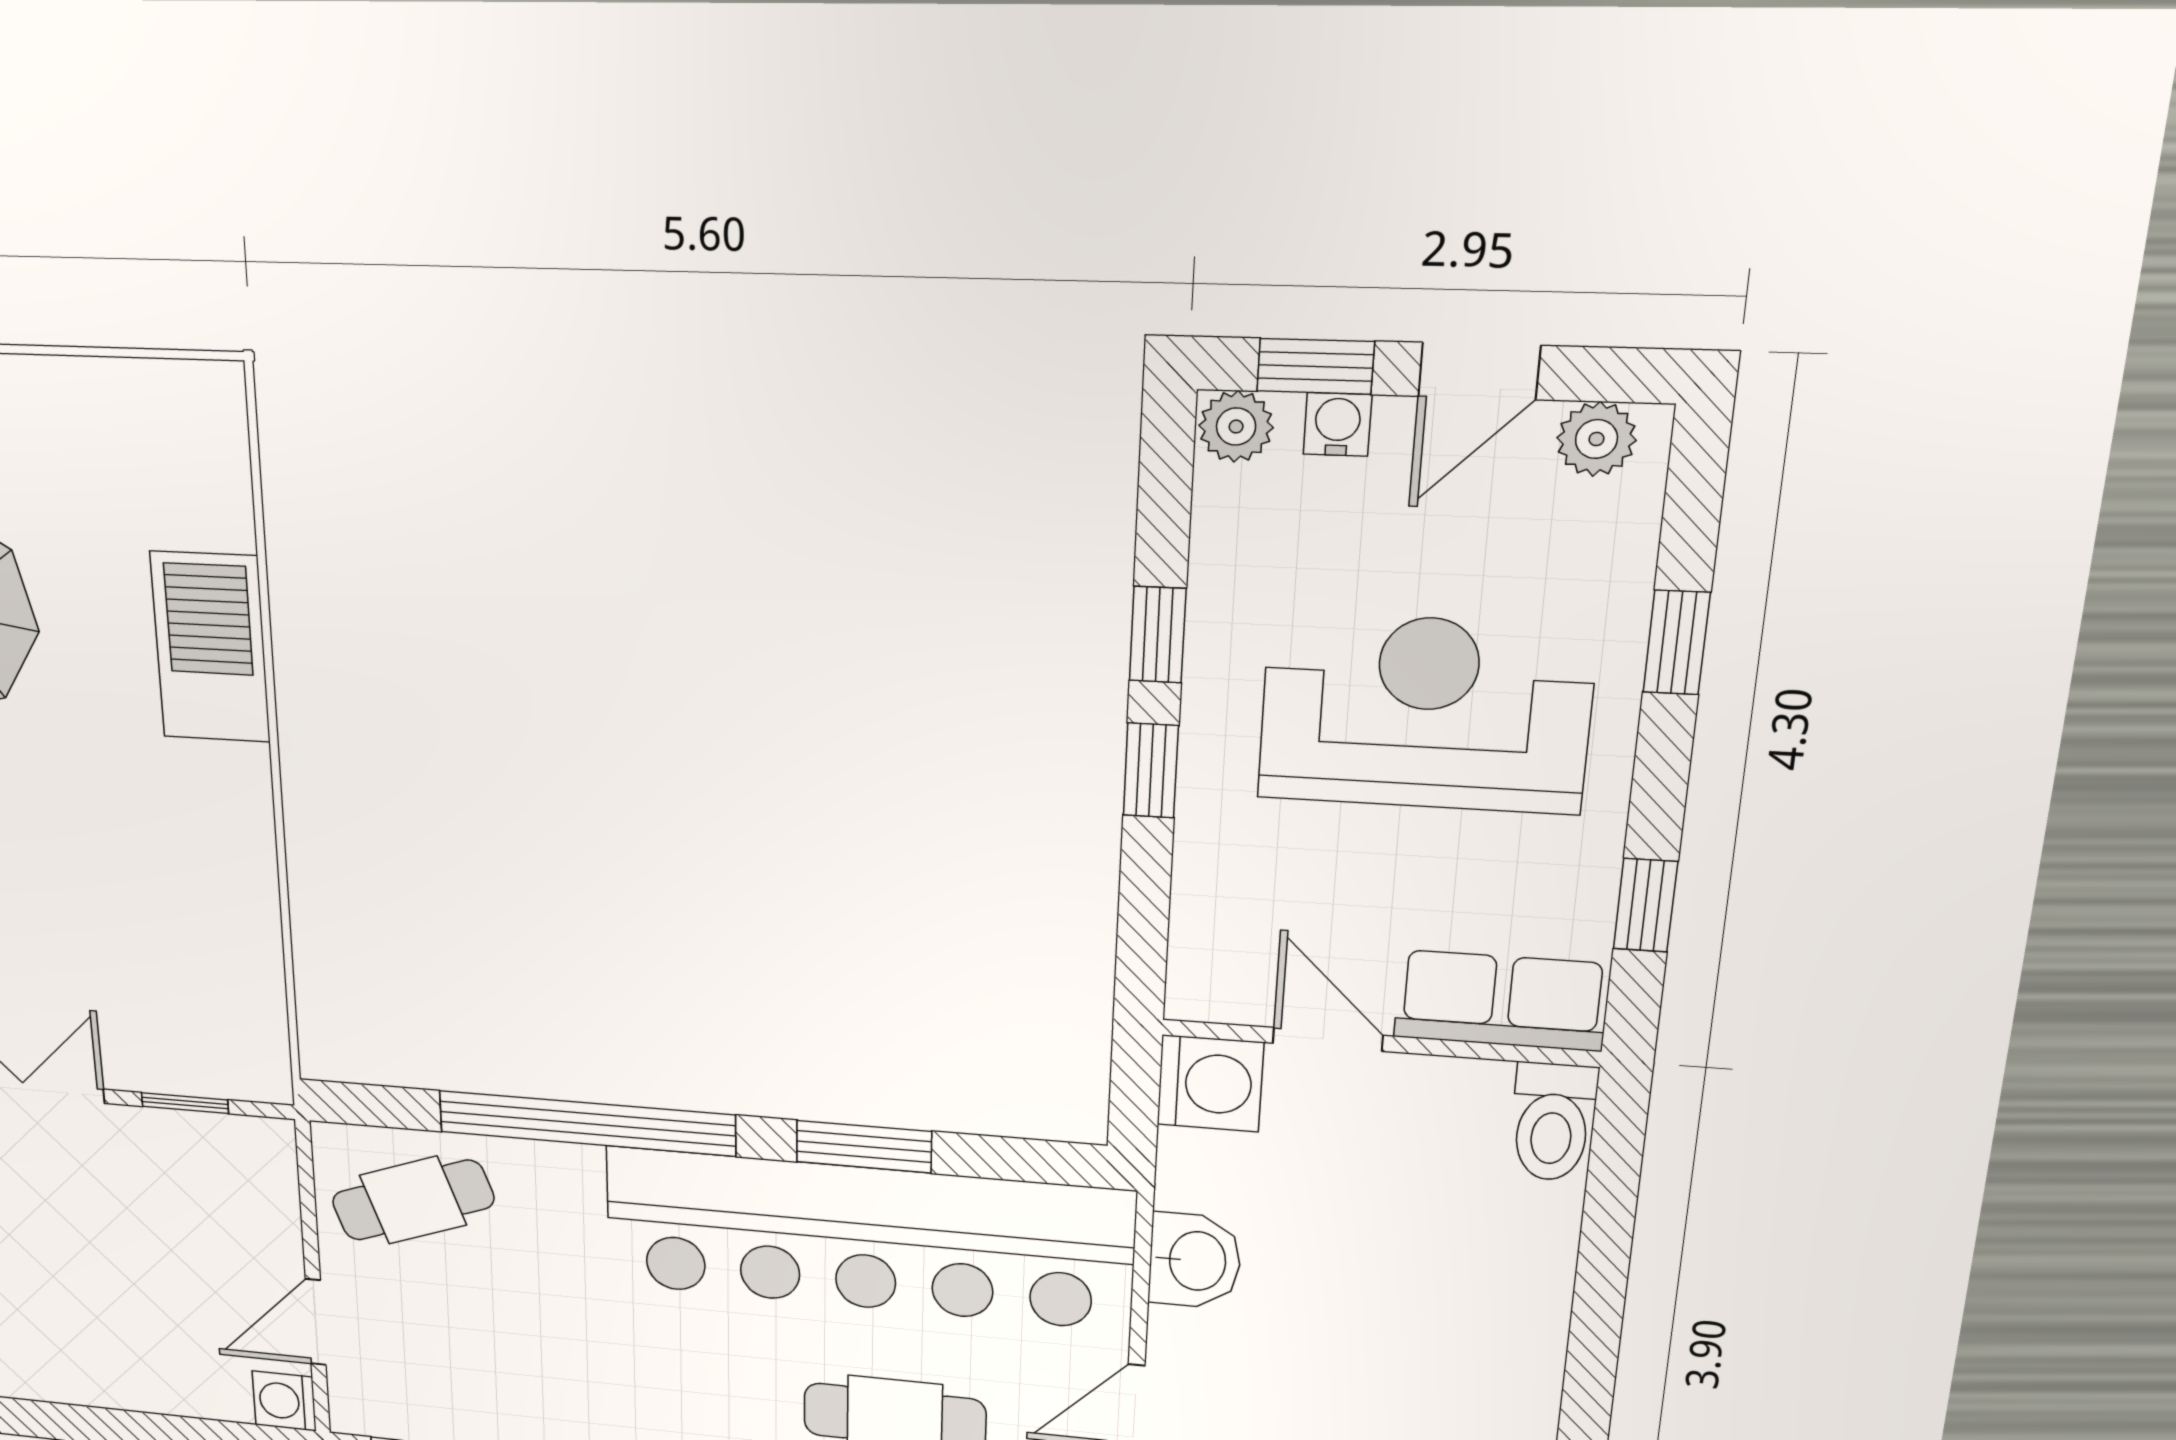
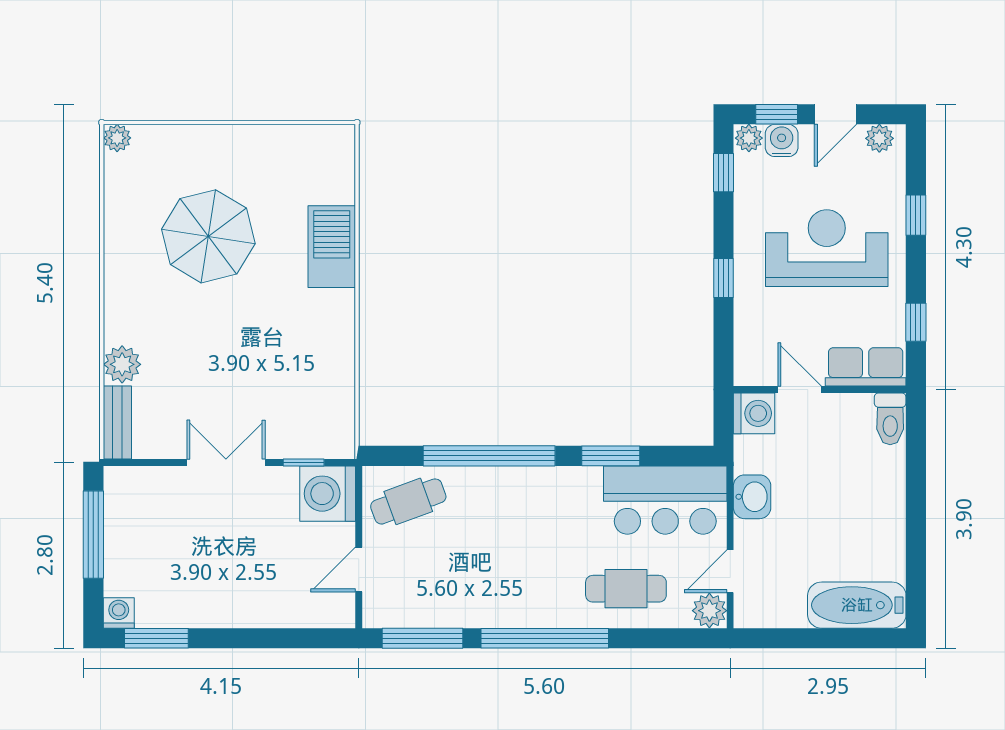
water cooler: (1337, 424) -> (782, 140), width x1.38, depth x1.38
window: (1158, 635) -> (724, 173), moved
bar counter: (866, 1238) -> (665, 500), width x0.54
washing machine: (284, 1401) -> (328, 494), moved, width x1.89, depth x1.89

